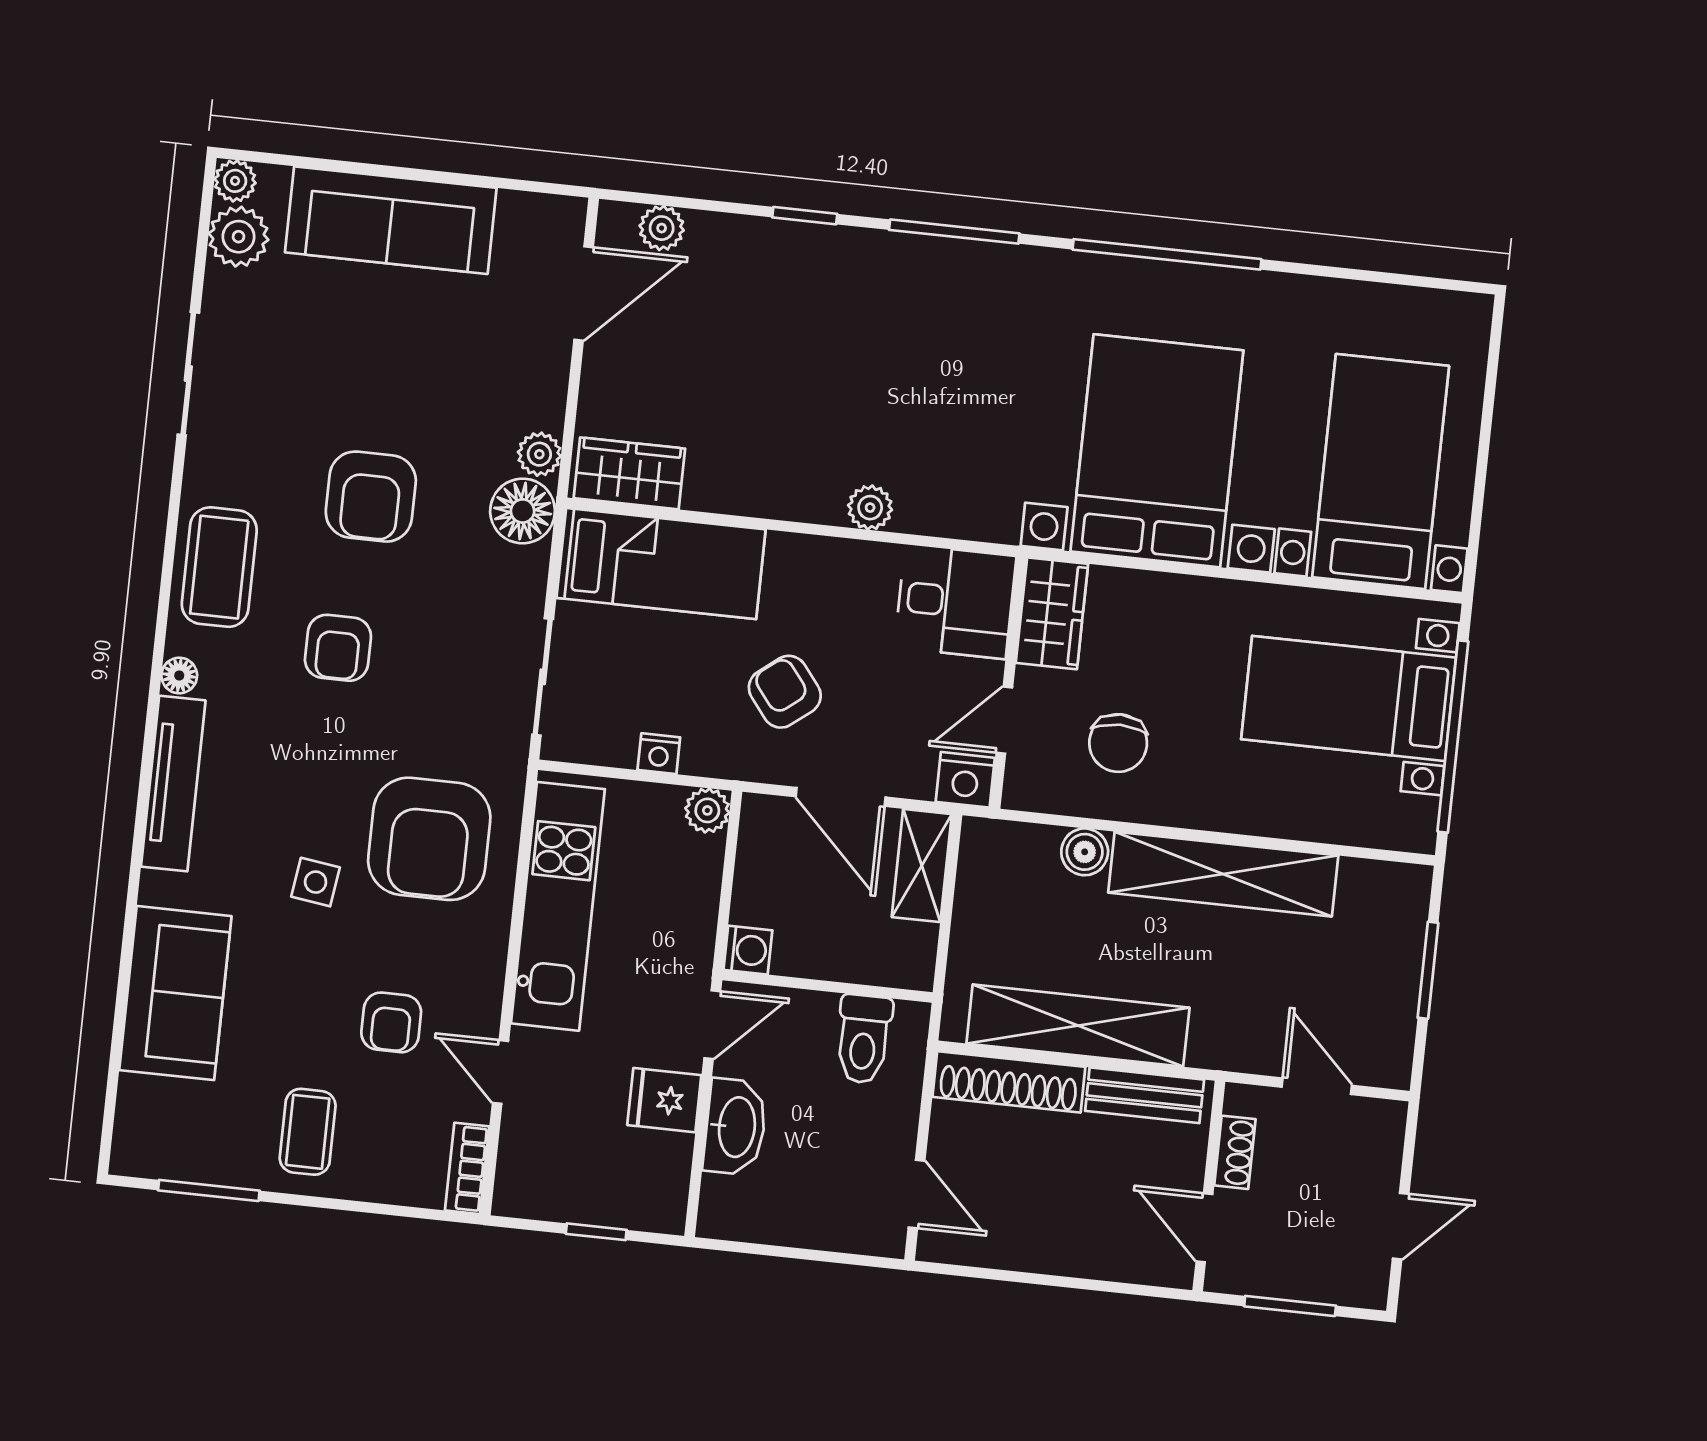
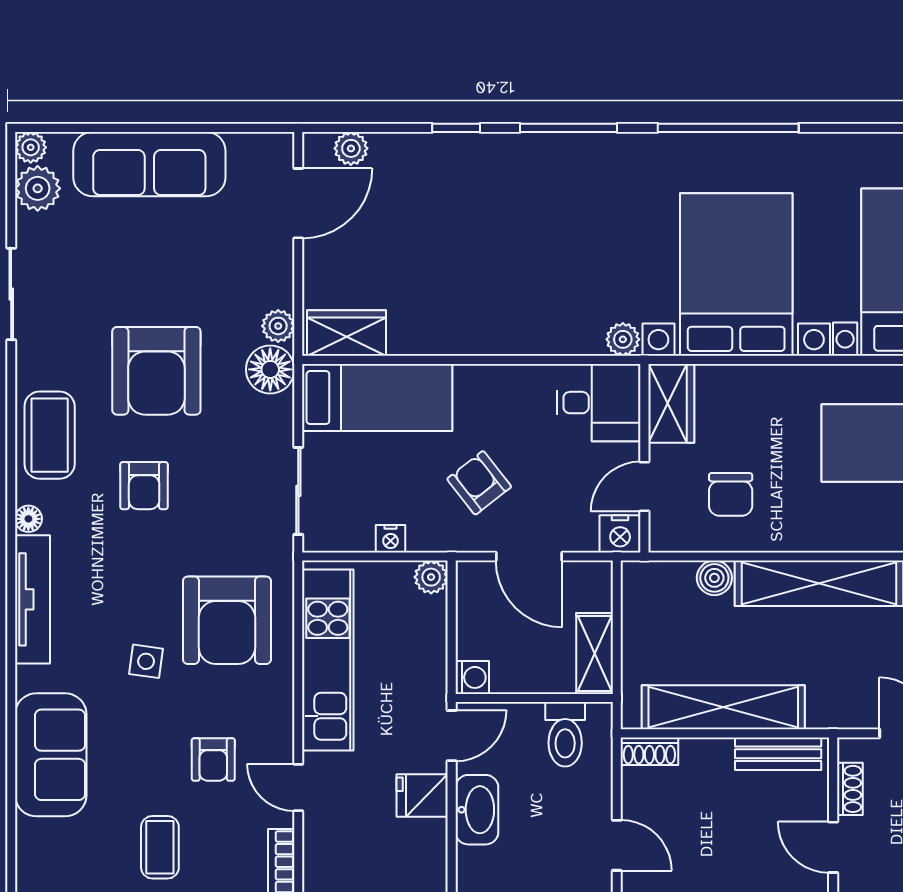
armchair: (371, 497) -> (156, 371), width x1.36, depth x1.36
plant: (870, 508) -> (623, 339), moved
shelving: (922, 866) -> (595, 654), moved
shoe rack: (1009, 1082) -> (649, 751), width x0.51, depth x0.81

